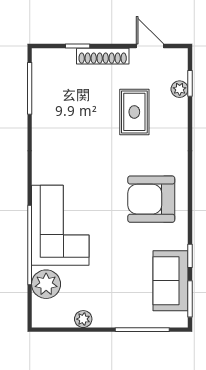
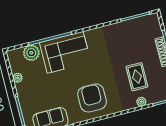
plant: (180, 89) -> (141, 102), moved
rug: (134, 112) -> (137, 77), turned 90

